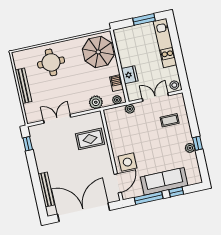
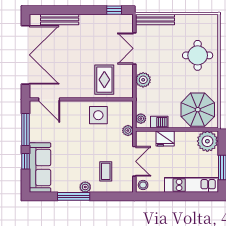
plant: (124, 37) -> (207, 141), added
bench: (23, 86) -> (155, 20), moved
plant: (96, 102) -> (143, 80), moved
double door: (57, 119) -> (134, 48), swing flipped
window: (198, 143) -> (74, 196), width x2.17
plant: (190, 148) -> (85, 187), moved
side table: (127, 162) -> (98, 115), moved
sofa: (164, 181) -> (40, 168), moved

